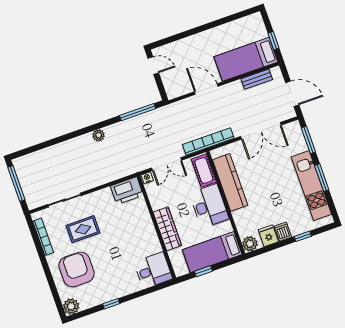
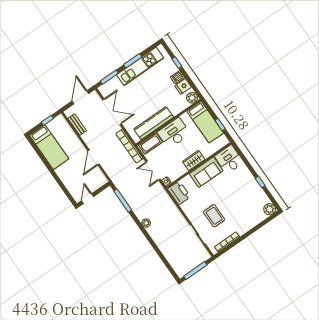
bed: (246, 59) -> (49, 147), moved
double door: (167, 164) -> (153, 171), swing flipped
wardrobe: (167, 229) -> (194, 160), width x0.67
sofa: (145, 235) -> (206, 172), added
armchair: (77, 269) -> (243, 212), removed

